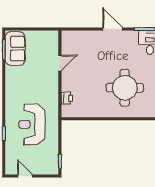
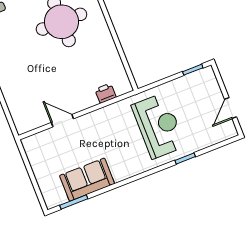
sofa: (15, 49) -> (87, 180), moved
reception desk: (32, 124) -> (158, 126), turned -90

